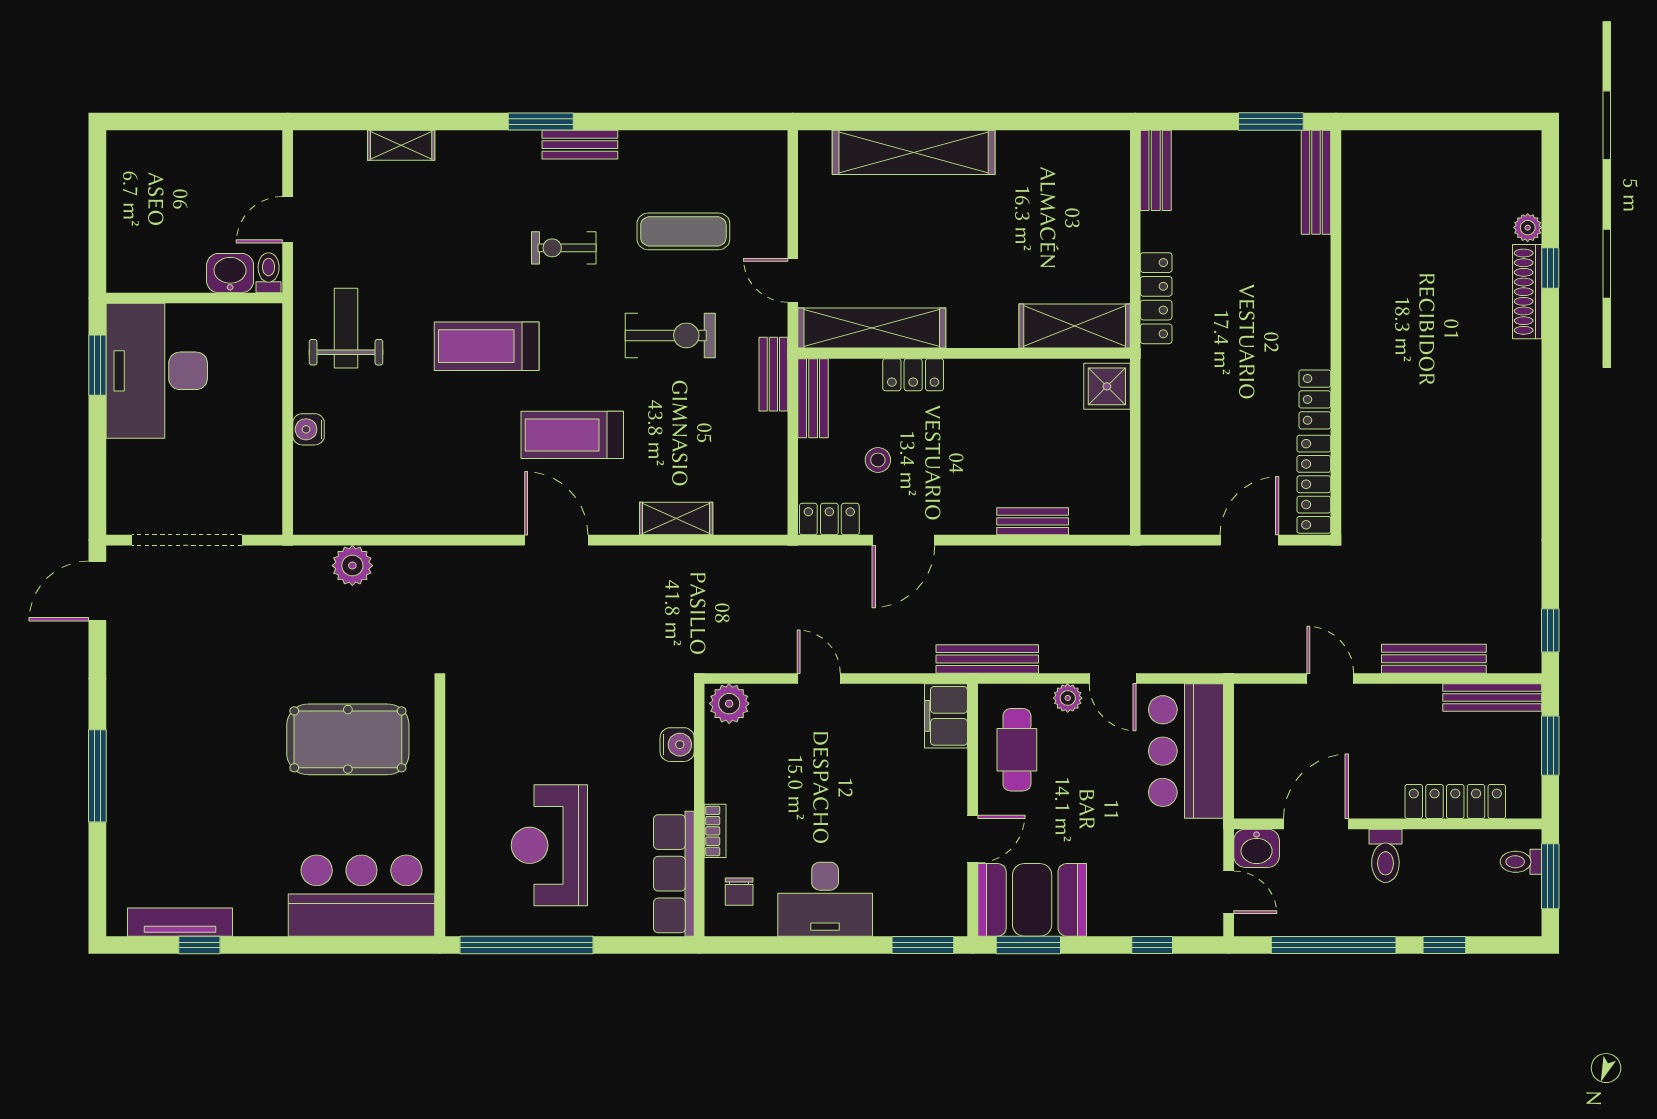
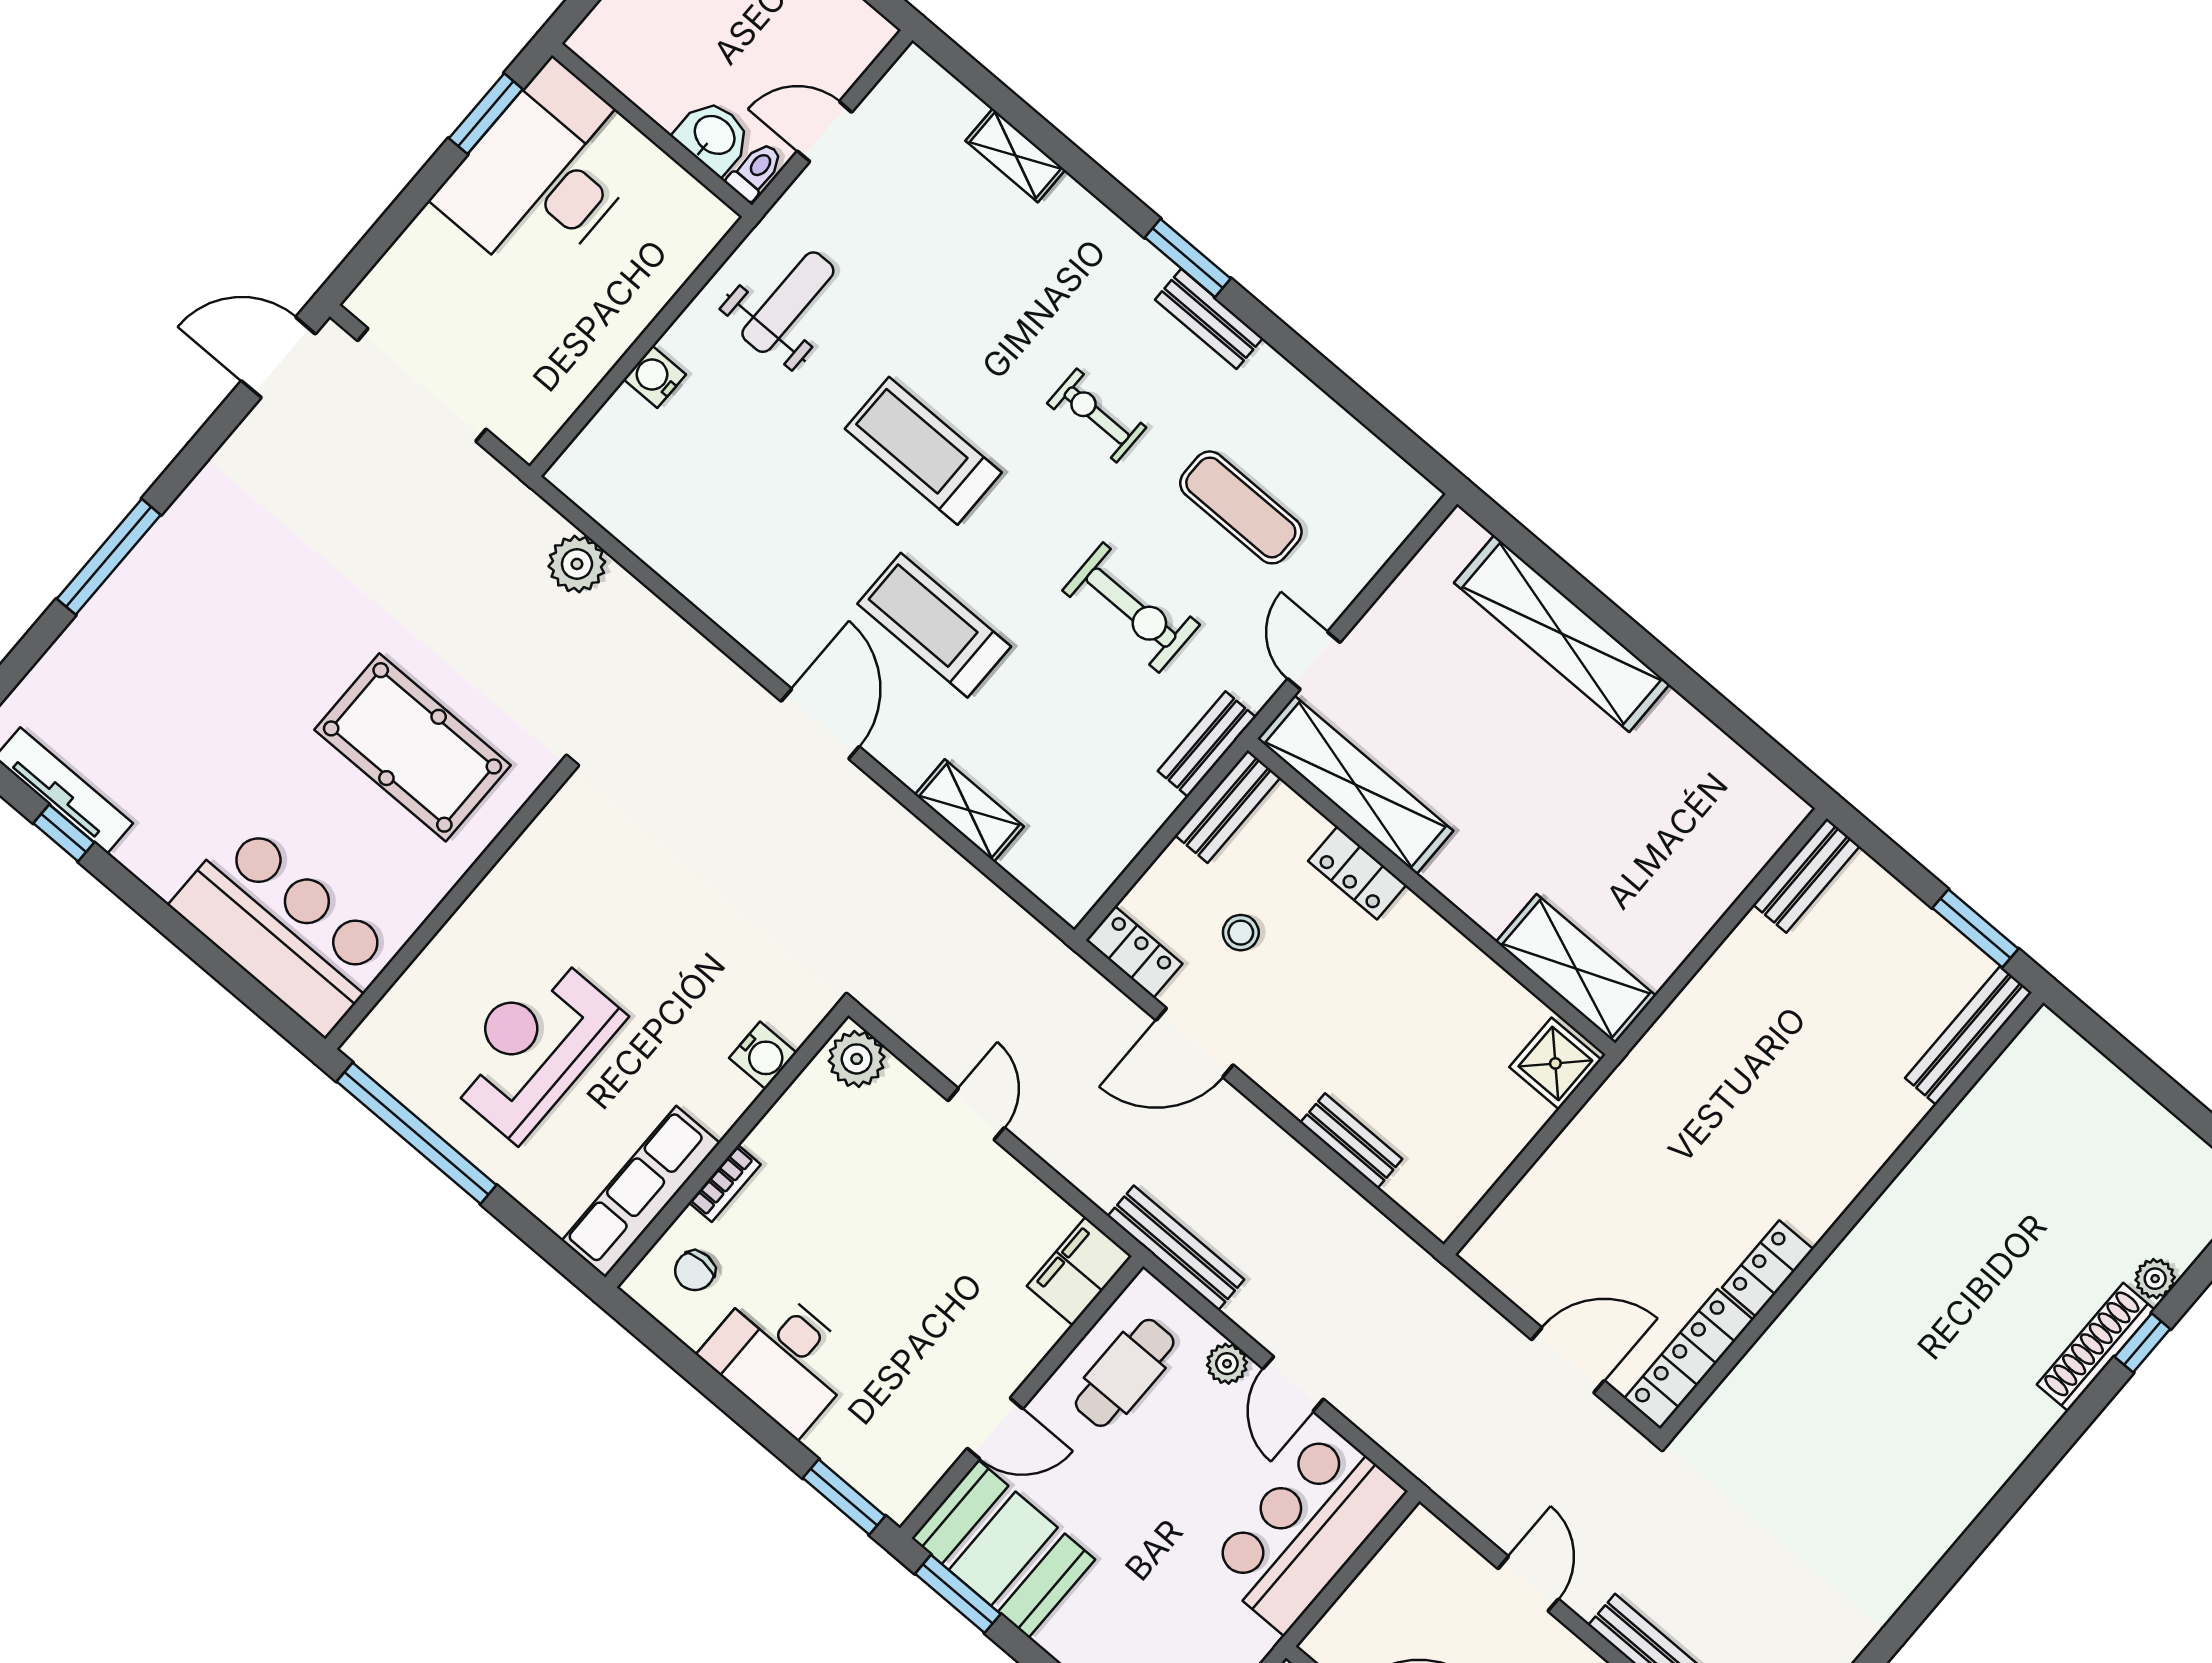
locker: (1156, 298) -> (1689, 1014), removed

